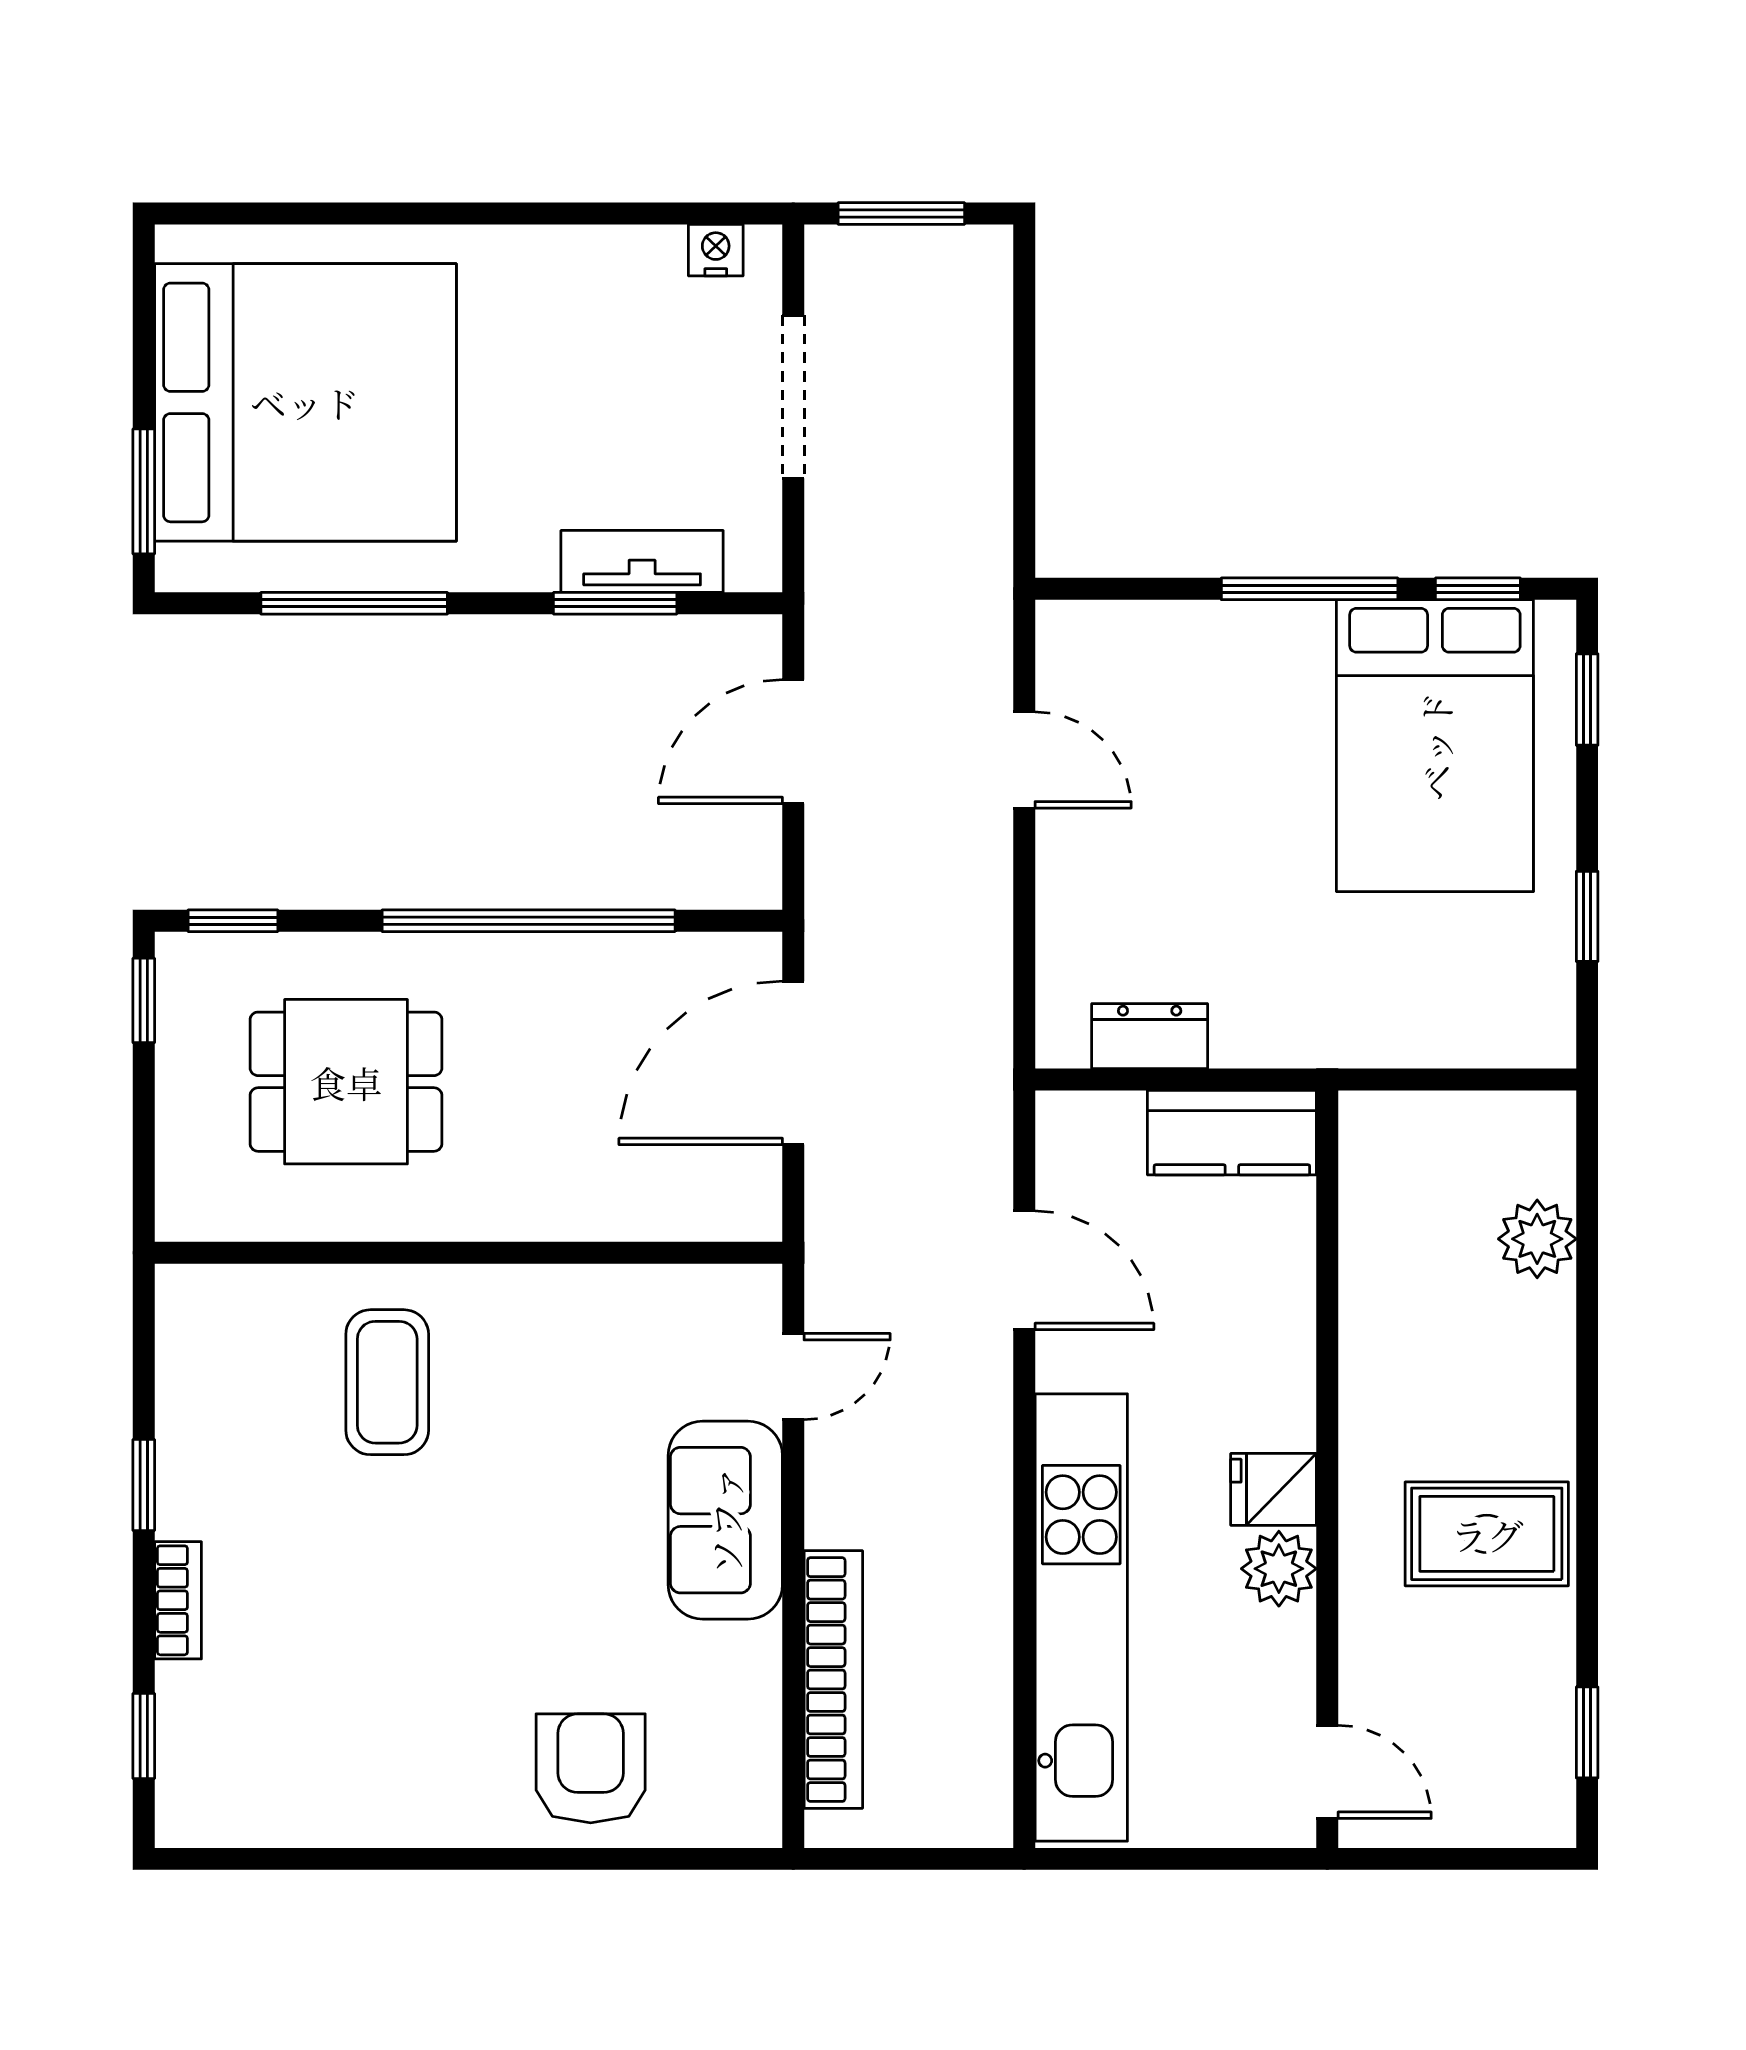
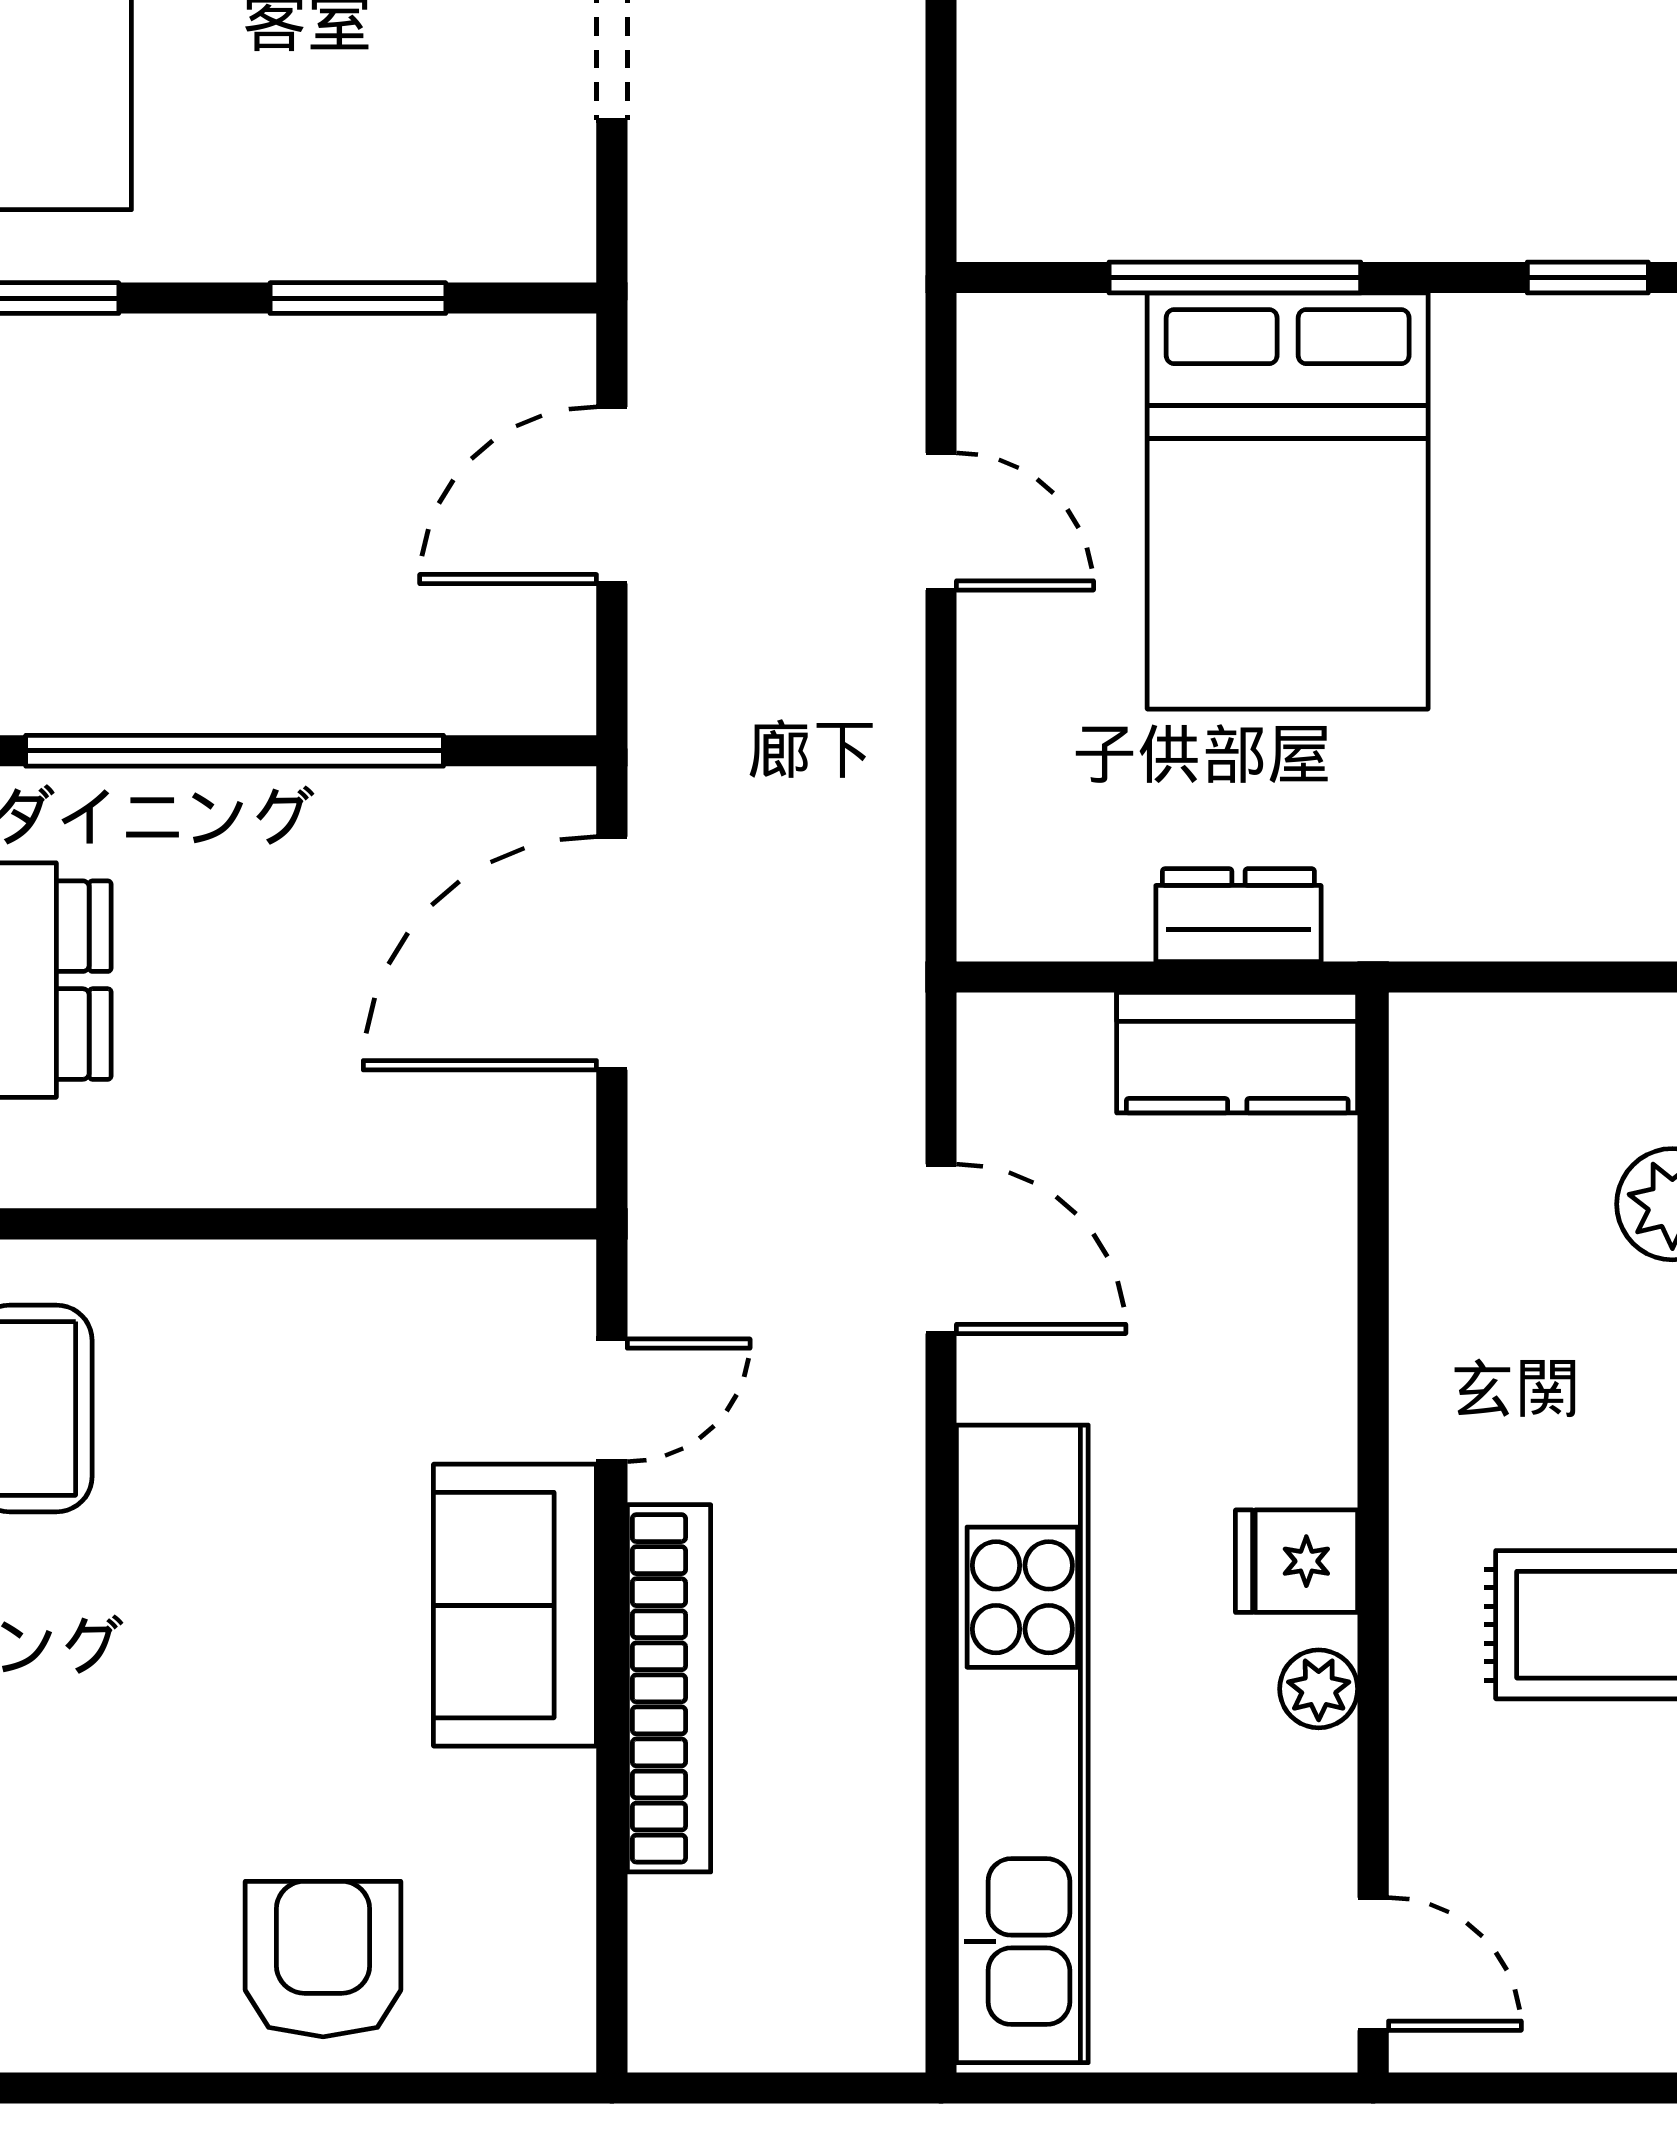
tv unit: (642, 561) -> (396, 238), removed
window: (1310, 589) -> (1235, 277), moved
bed: (1435, 746) -> (1288, 501), moved
dresser: (1150, 1036) -> (1238, 915), moved
plant: (1279, 1569) -> (1319, 1689), width x0.73, depth x0.73
bookcase: (833, 1680) -> (669, 1688), moved

